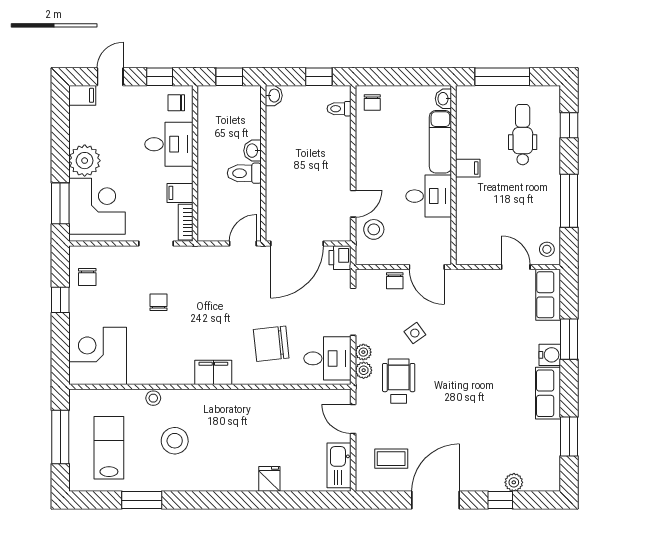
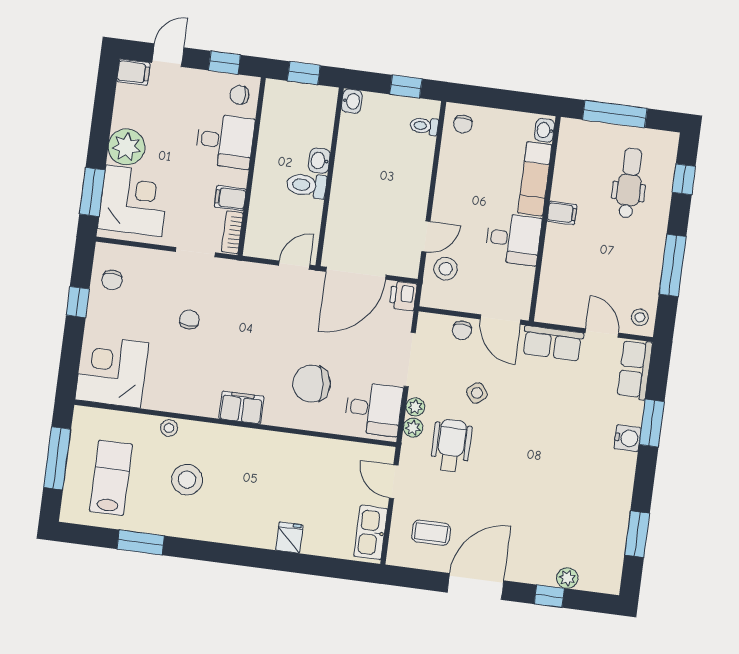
row of seats: (548, 393) -> (553, 343), moved, turned -90

